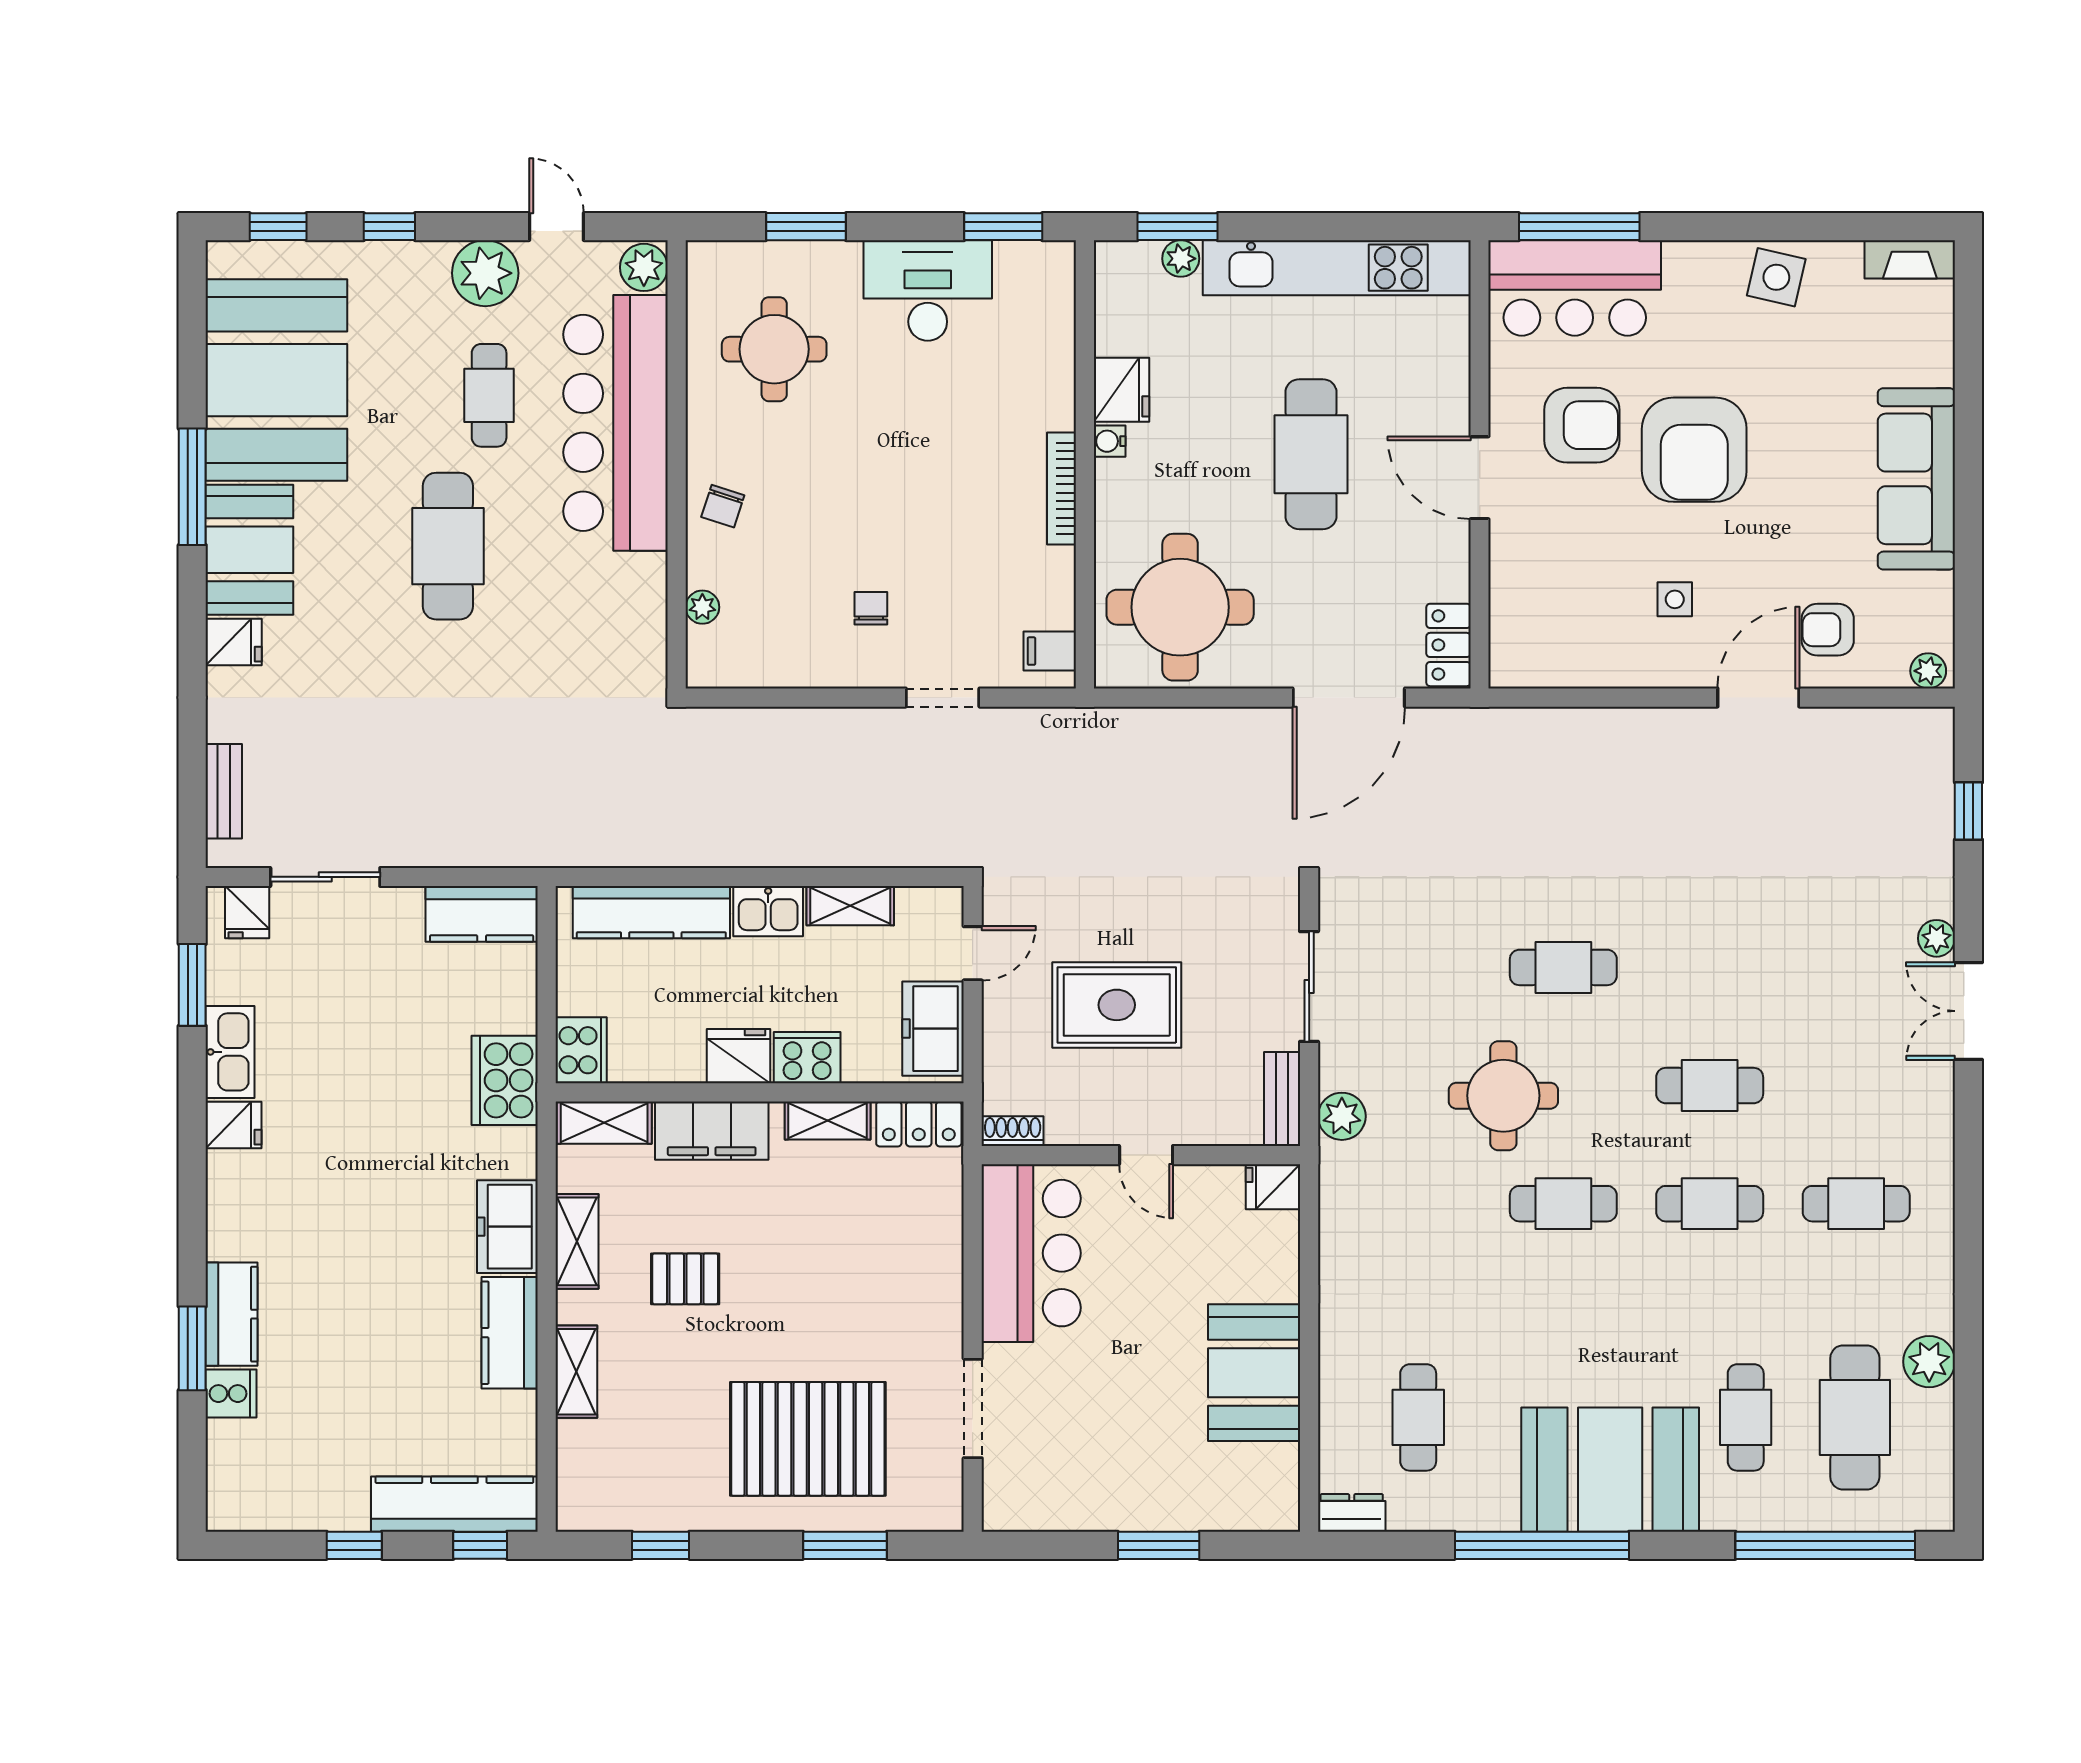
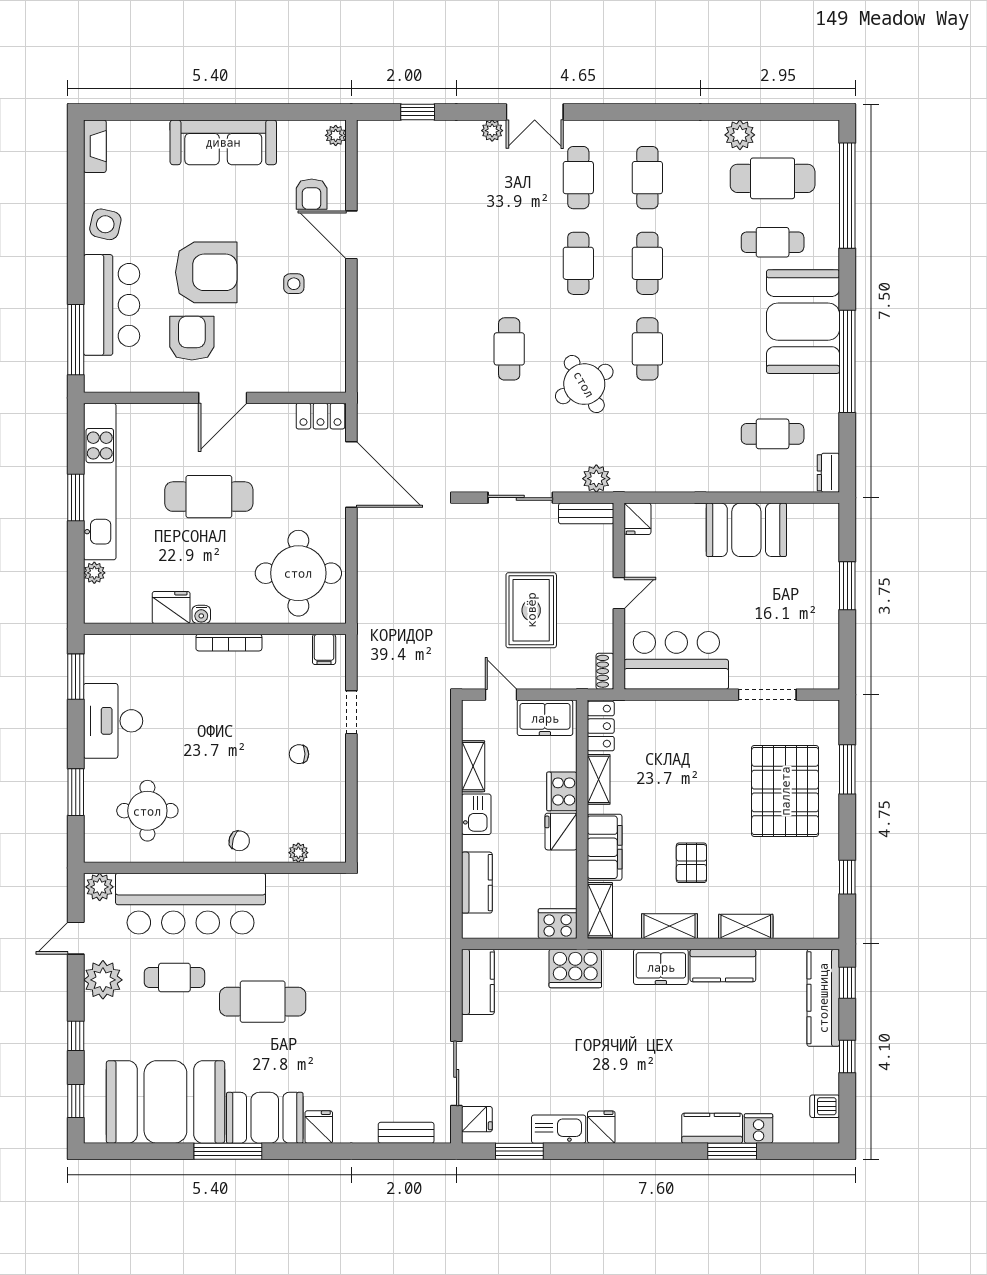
window: (1178, 227) -> (76, 497), moved
bar counter: (1575, 288) -> (112, 305), moved
kitchen counter: (651, 912) -> (477, 883), width x0.67
cafe table: (1856, 1086) -> (578, 178), added
round table: (1503, 1096) -> (584, 384), turned -30
dishwasher: (269, 1507) -> (825, 1106), added

